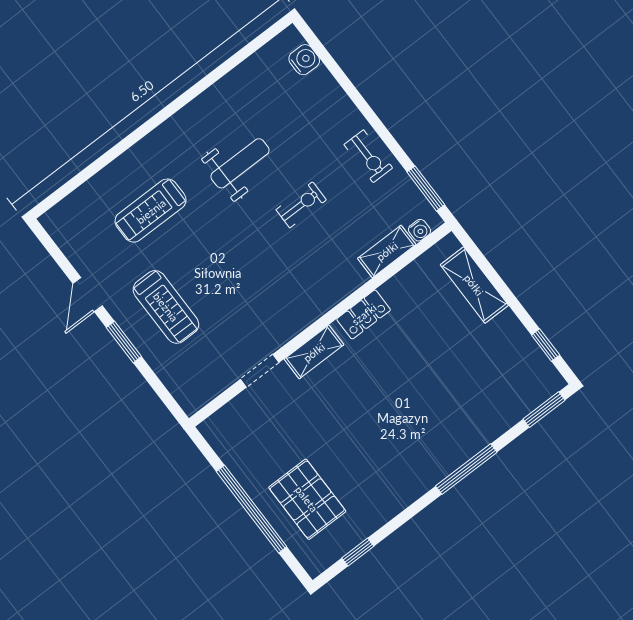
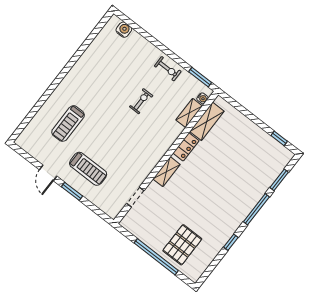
weight bench: (240, 163) -> (106, 89), removed
shelving: (474, 285) -> (207, 121), moved, turned 90
doorway: (260, 371) -> (135, 197), moved
window: (544, 410) -> (279, 180), moved
pallet: (307, 499) -> (182, 245), turned 90
window: (358, 552) -> (231, 242), moved

